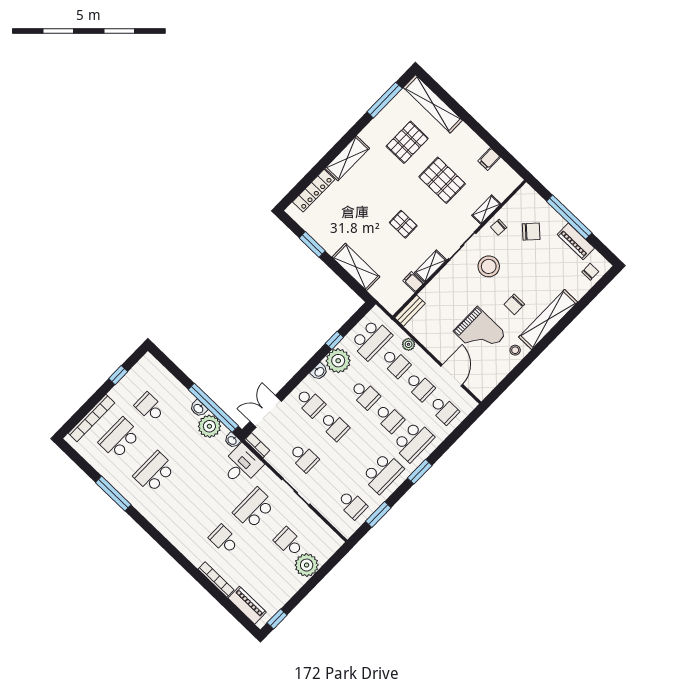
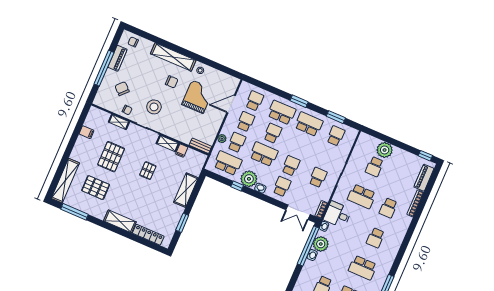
school desk: (365, 394) -> (264, 154), width x1.85
school desk: (189, 506) -> (375, 238), added

